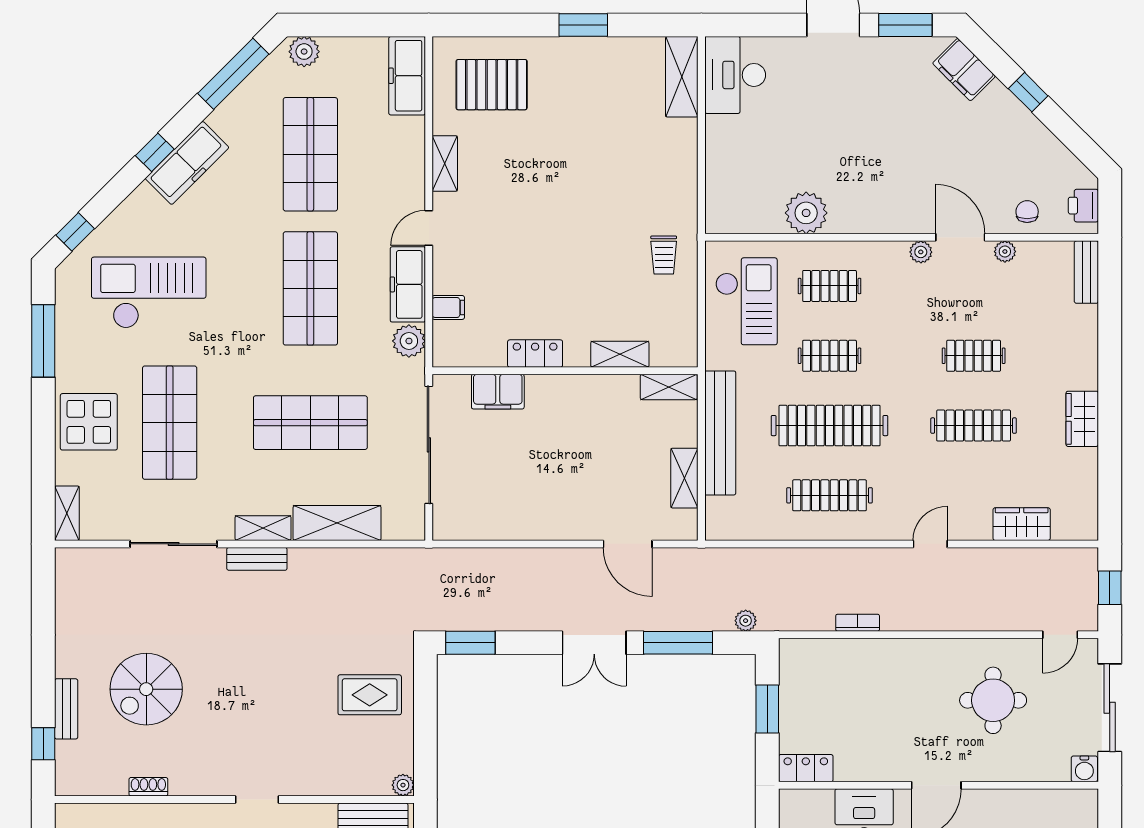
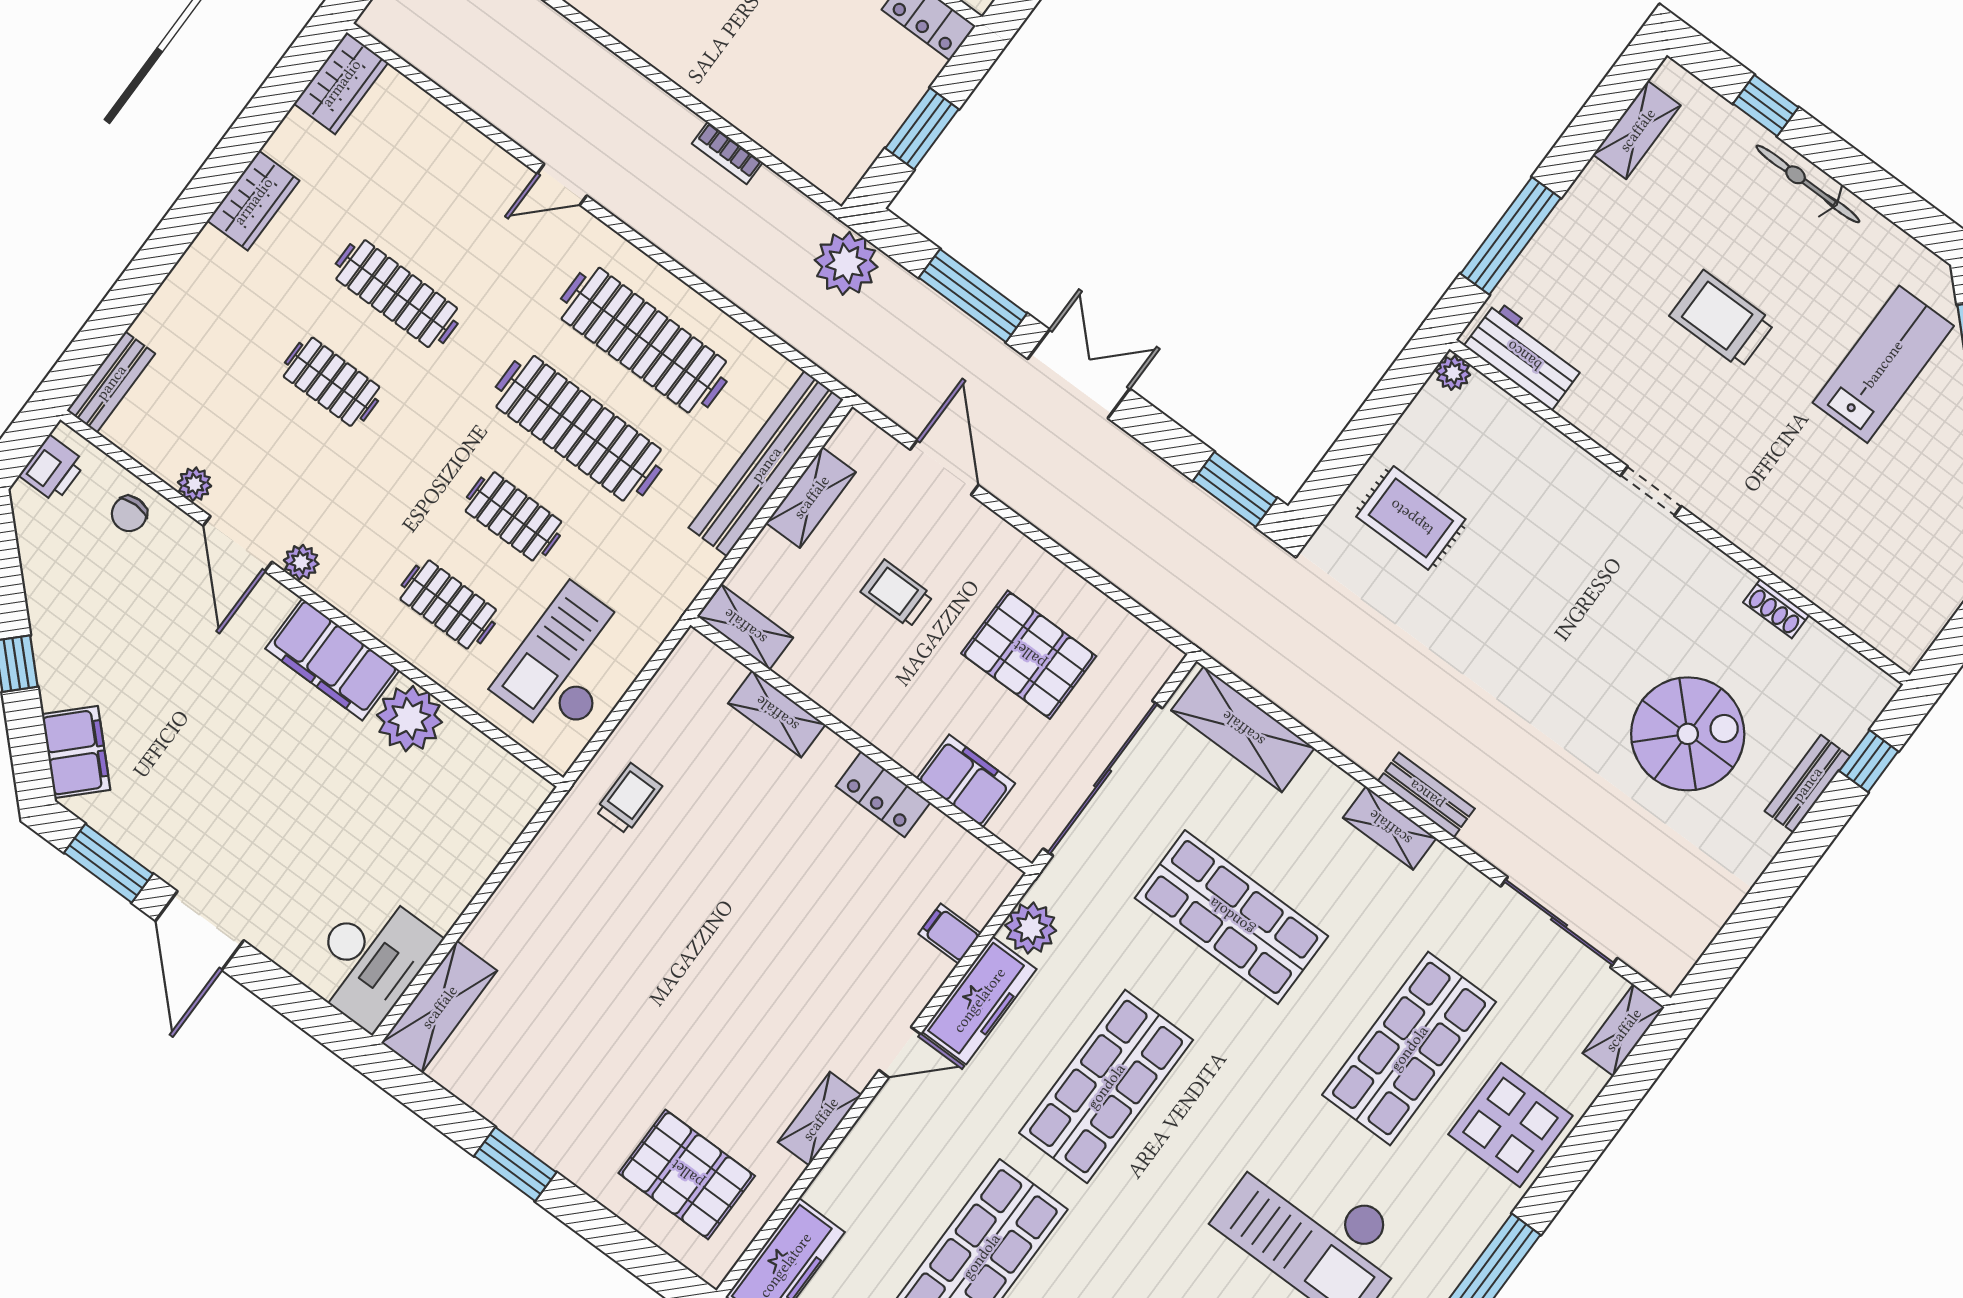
filing cabinet: (868, 214) -> (332, 660), added
bench: (720, 433) -> (766, 464), moved
trolley: (604, 461) -> (897, 594), added
pallet: (513, 480) -> (1029, 655), added
clothes rail: (830, 495) -> (644, 340), width x1.37, depth x1.31
shelving: (337, 523) -> (1243, 729), moved
wardrobe: (1022, 524) -> (341, 83), moved, turned -90
sliding door: (174, 544) -> (1559, 922), moved
plant: (746, 621) -> (846, 263), width x1.88, depth x1.88

